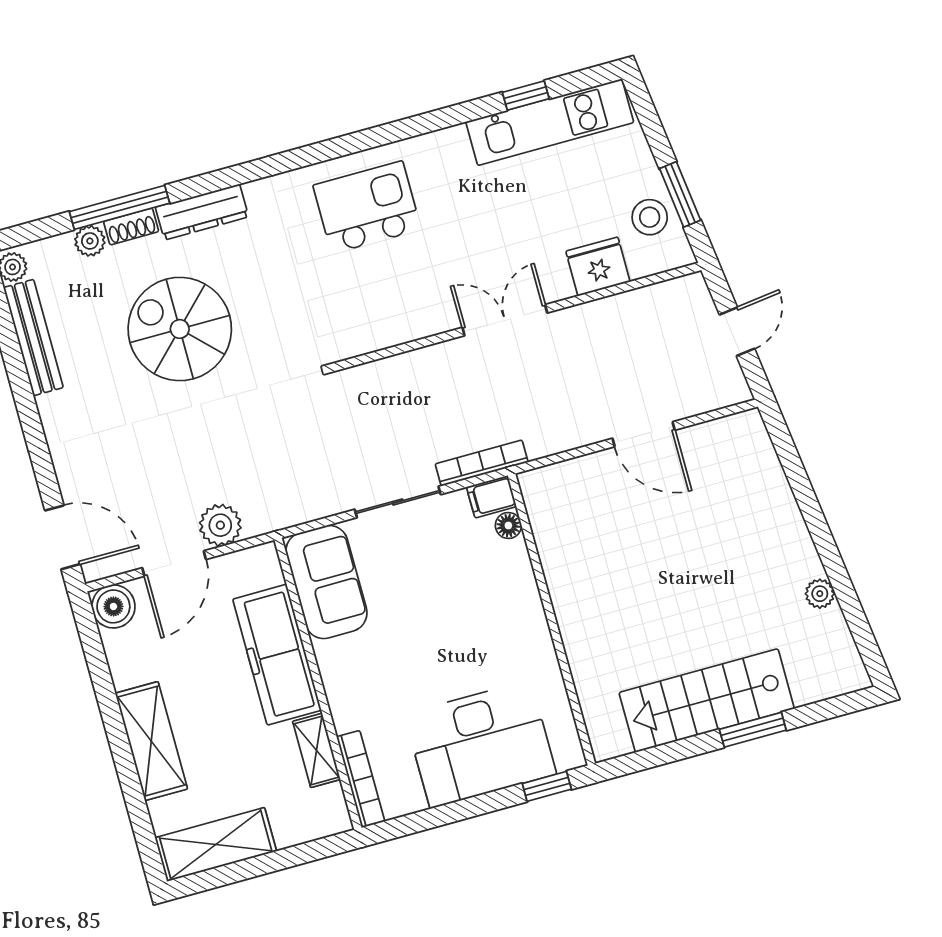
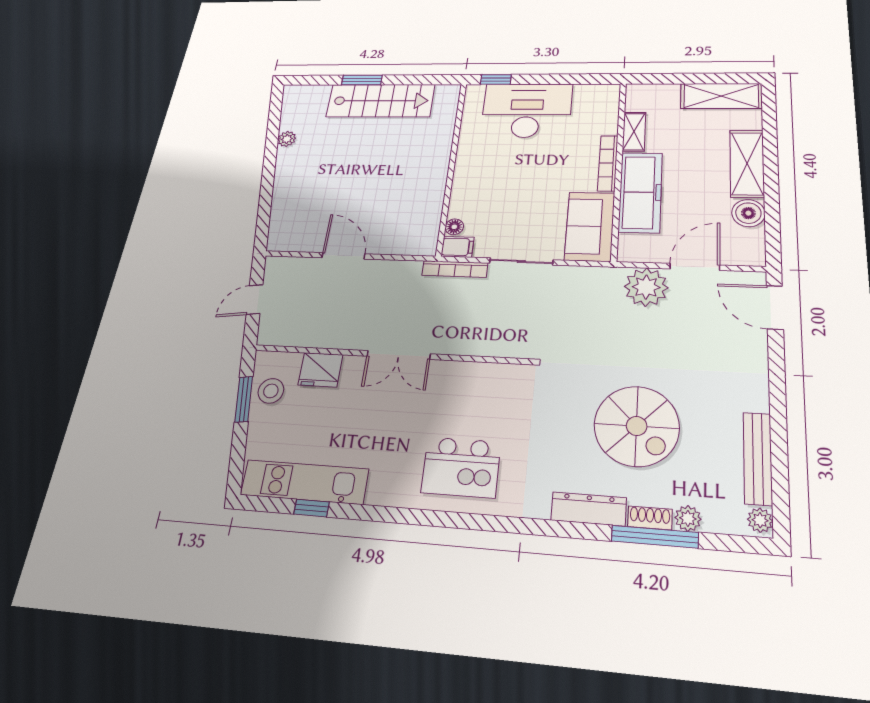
plant: (220, 525) -> (646, 287), width x1.36, depth x1.36
boiler: (113, 606) -> (748, 213), moved
bookcase: (361, 779) -> (608, 163), moved

